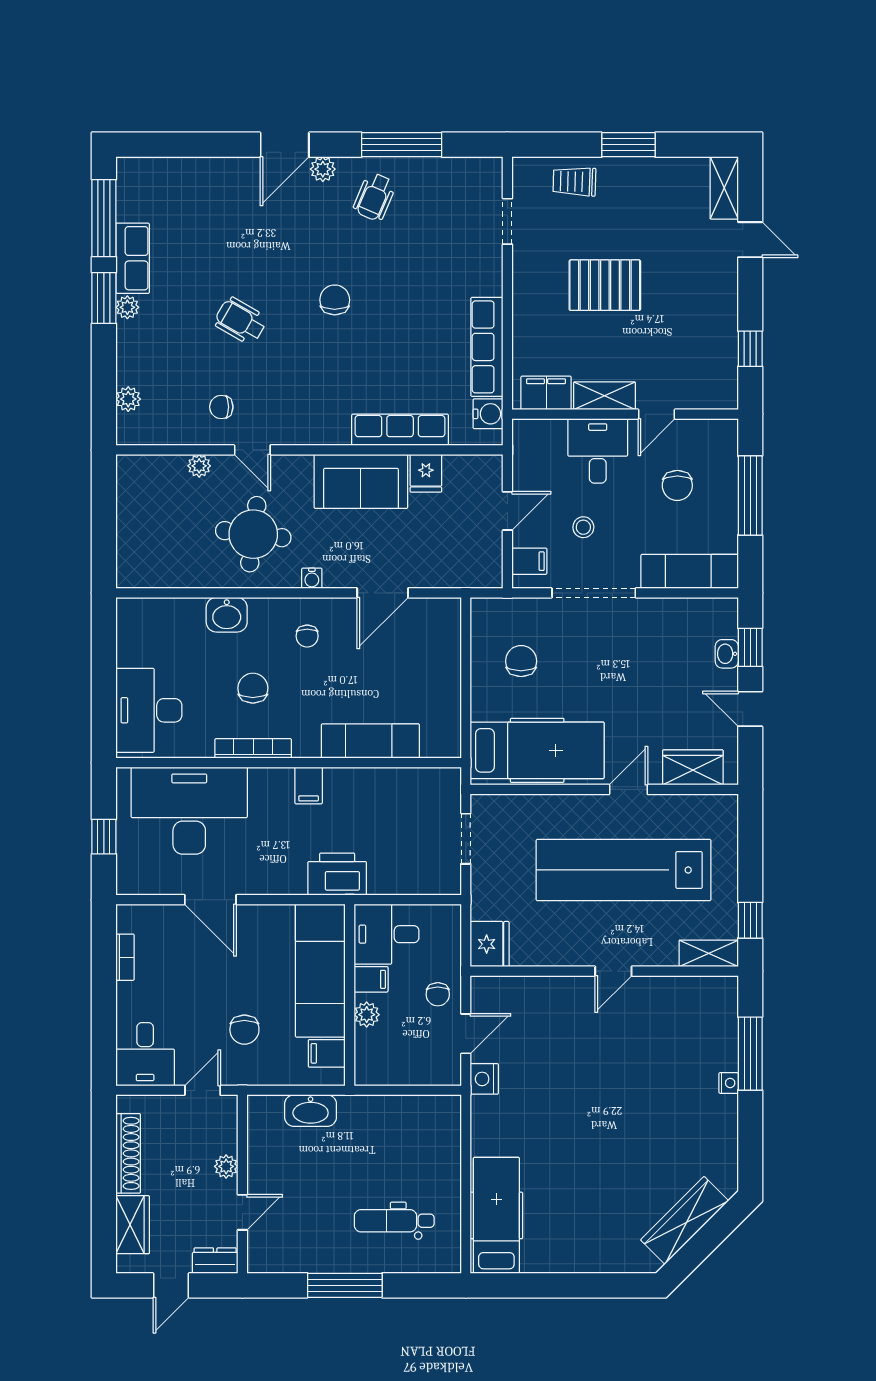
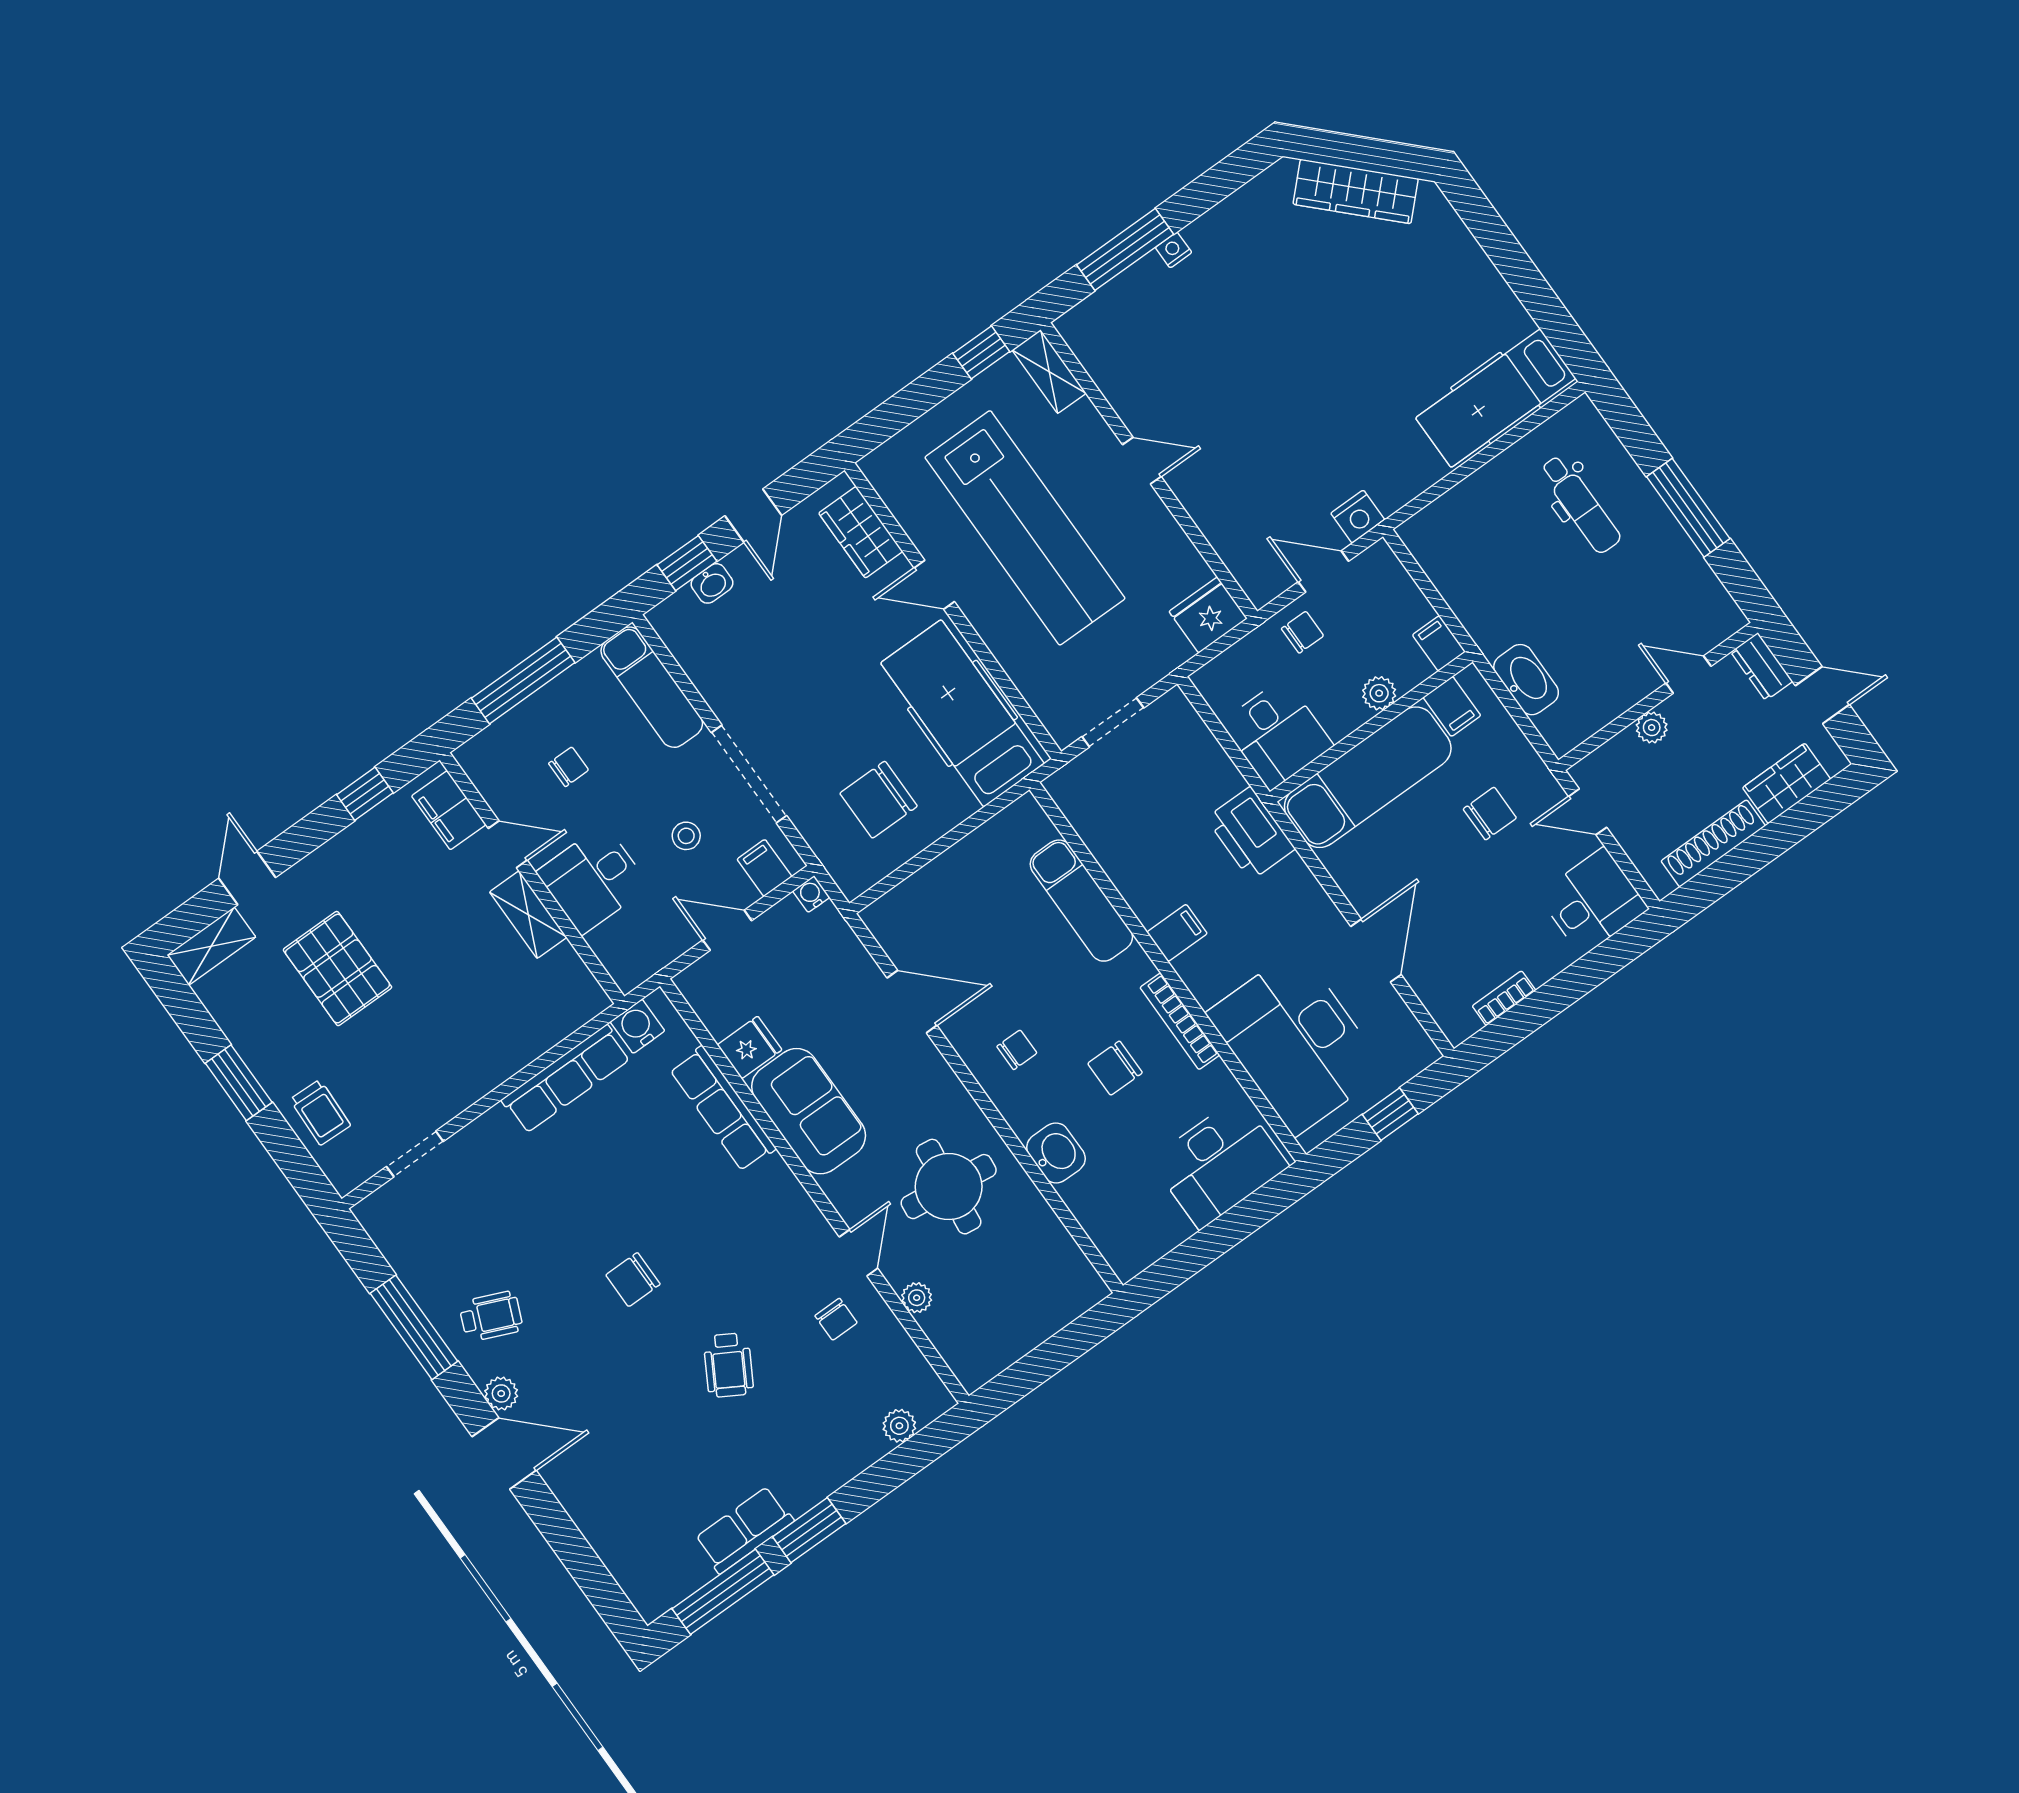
pallet: (605, 285) -> (337, 969), moved
plant: (127, 307) -> (801, 1498), removed
filing cabinet: (546, 393) -> (449, 810), moved
chair: (677, 485) -> (569, 767), width x0.73, depth x0.73
water cooler: (312, 578) -> (811, 894), moved, turned -90
chair: (521, 661) -> (879, 800), width x1.37, depth x1.37
filing cabinet: (371, 979) -> (1439, 643), moved

